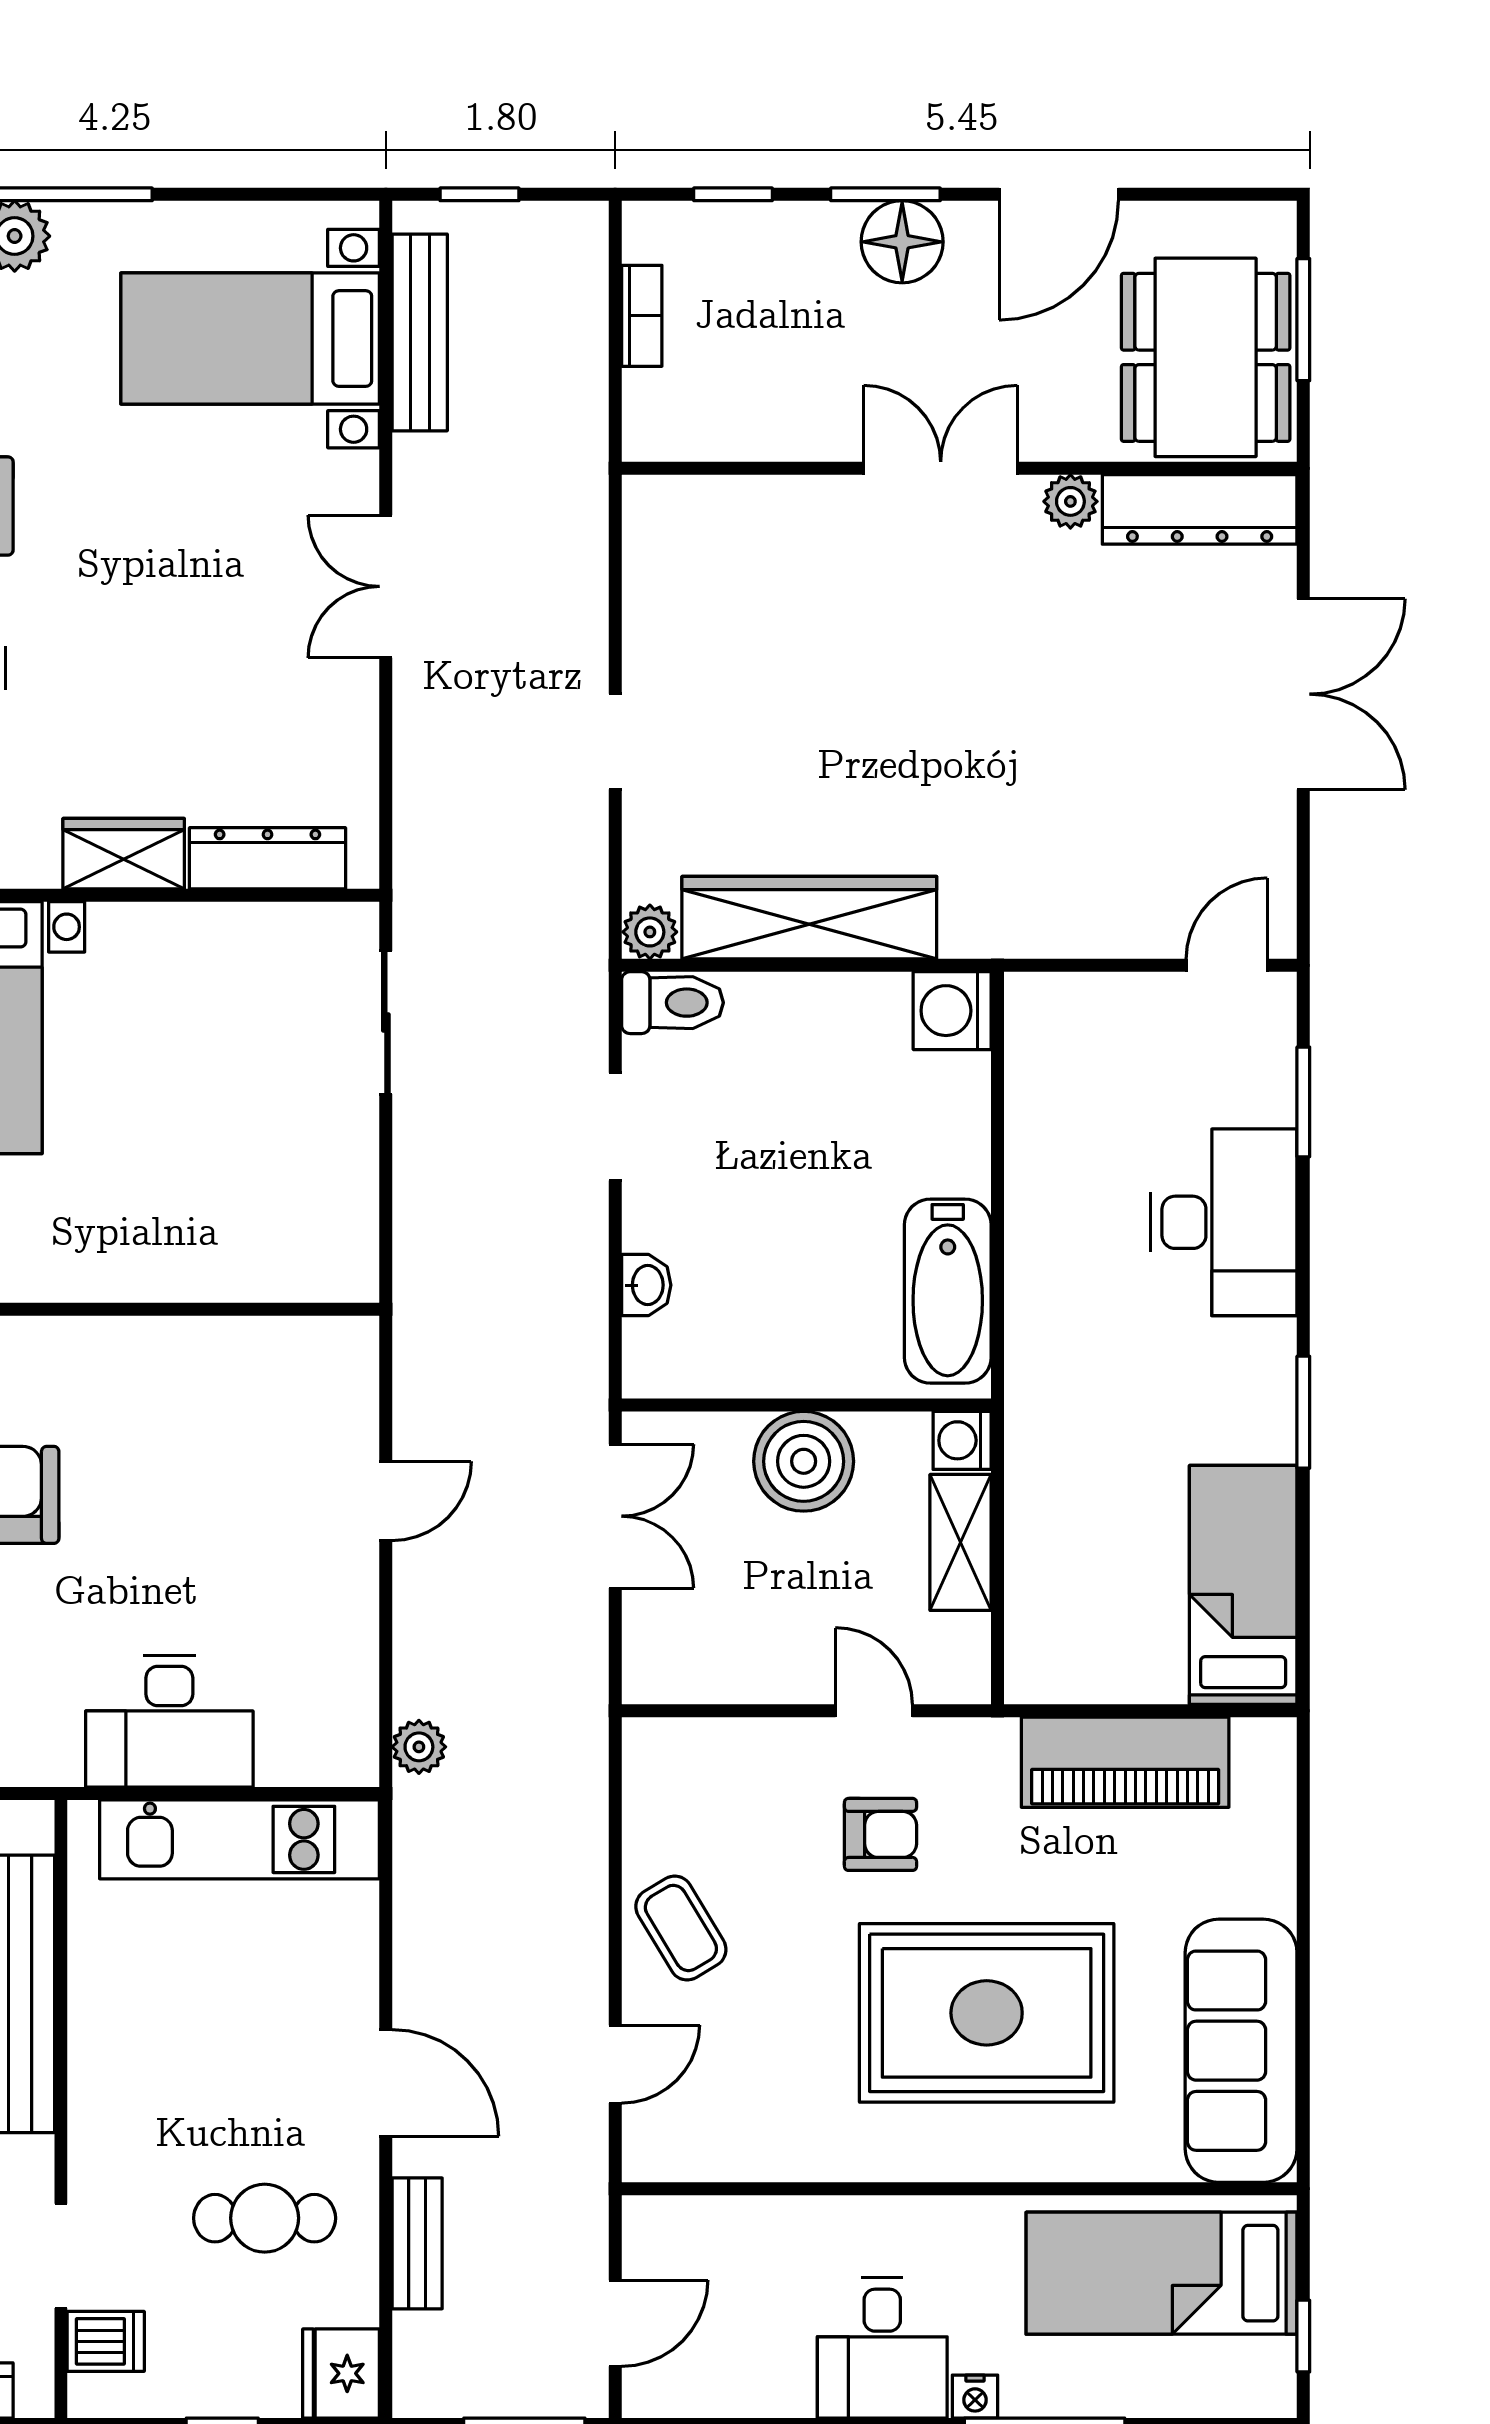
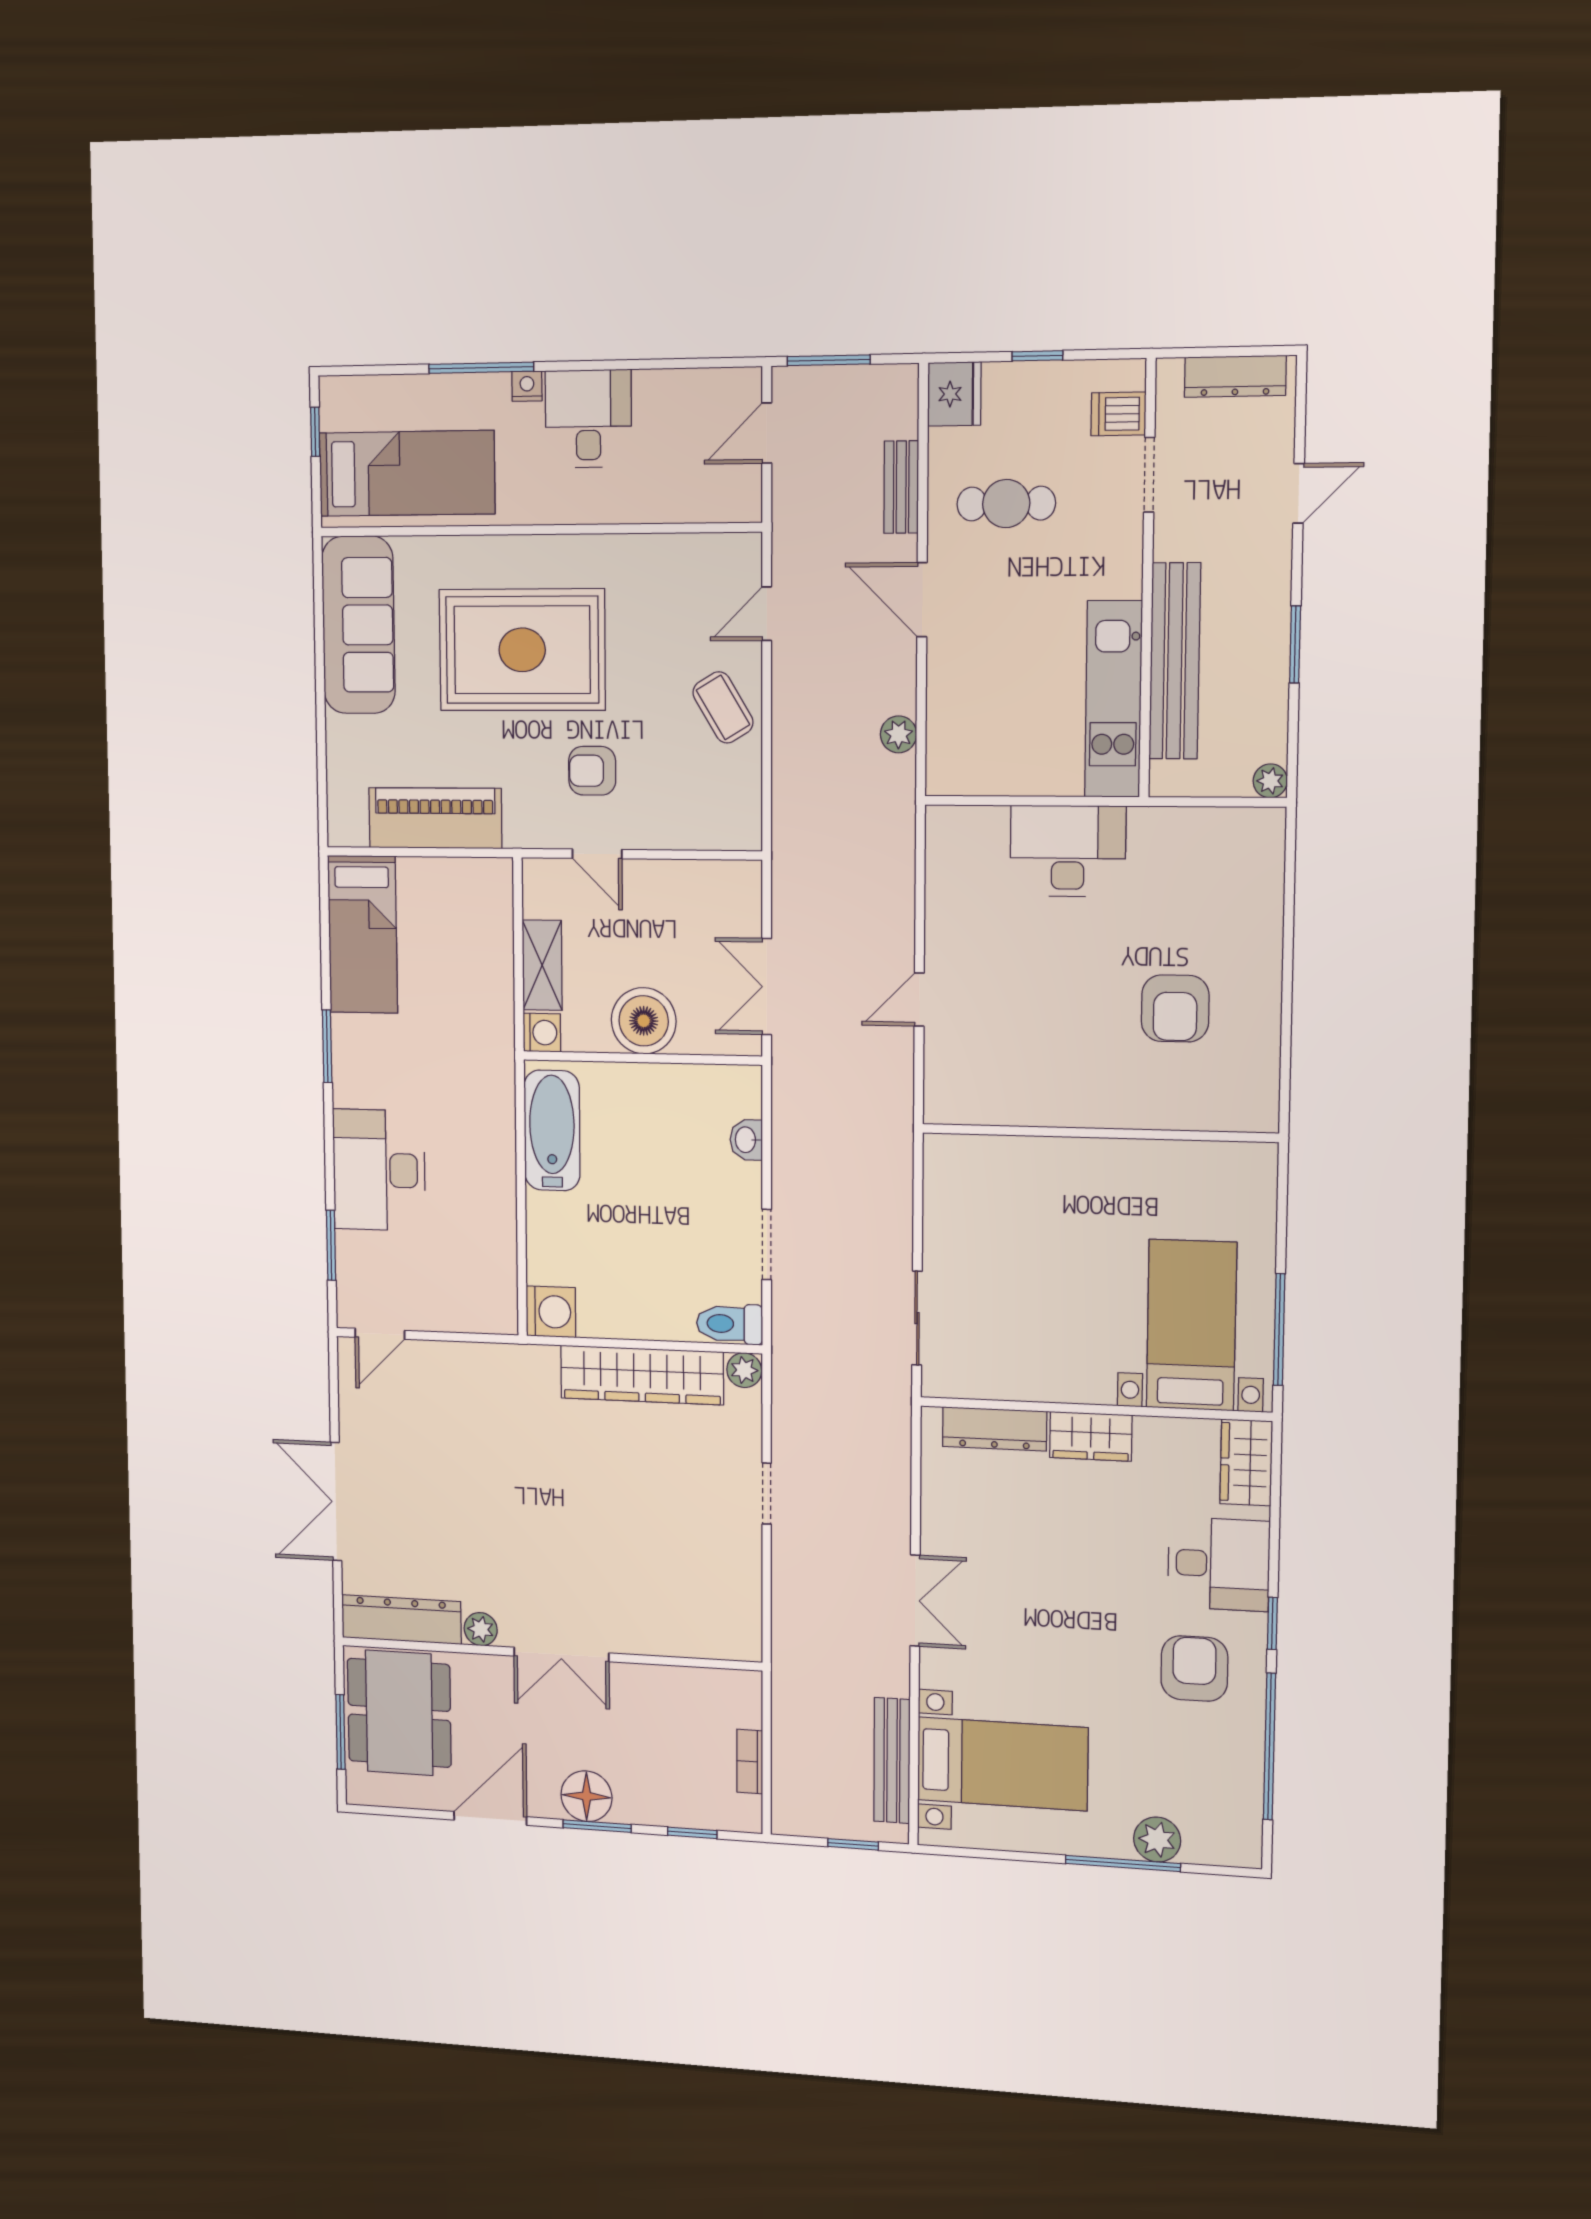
plant: (419, 1747) -> (899, 734), moved
kitchen unit: (240, 1839) -> (1113, 699), moved, turned -90

